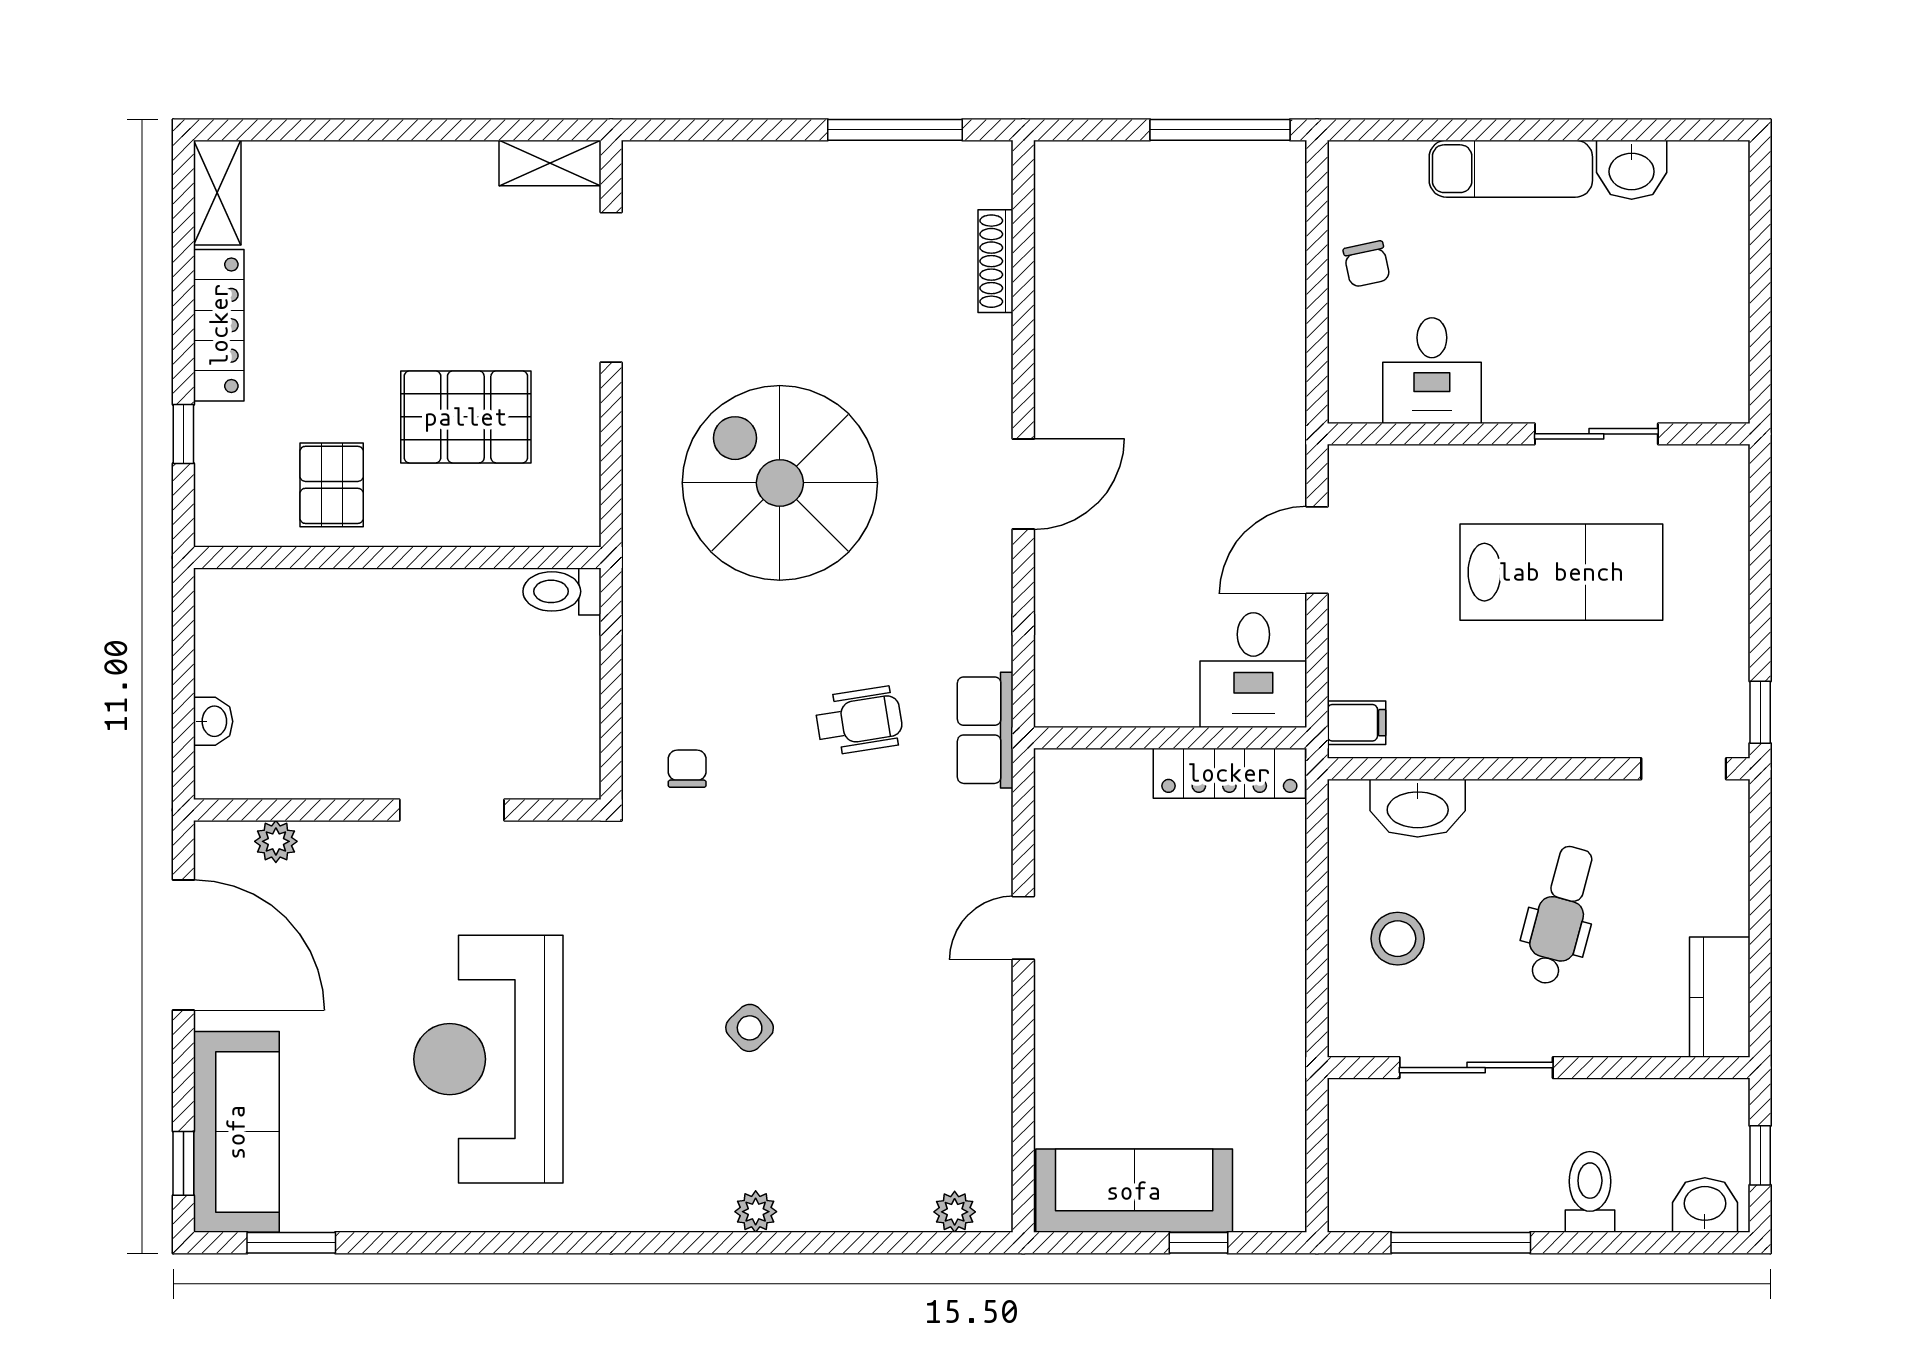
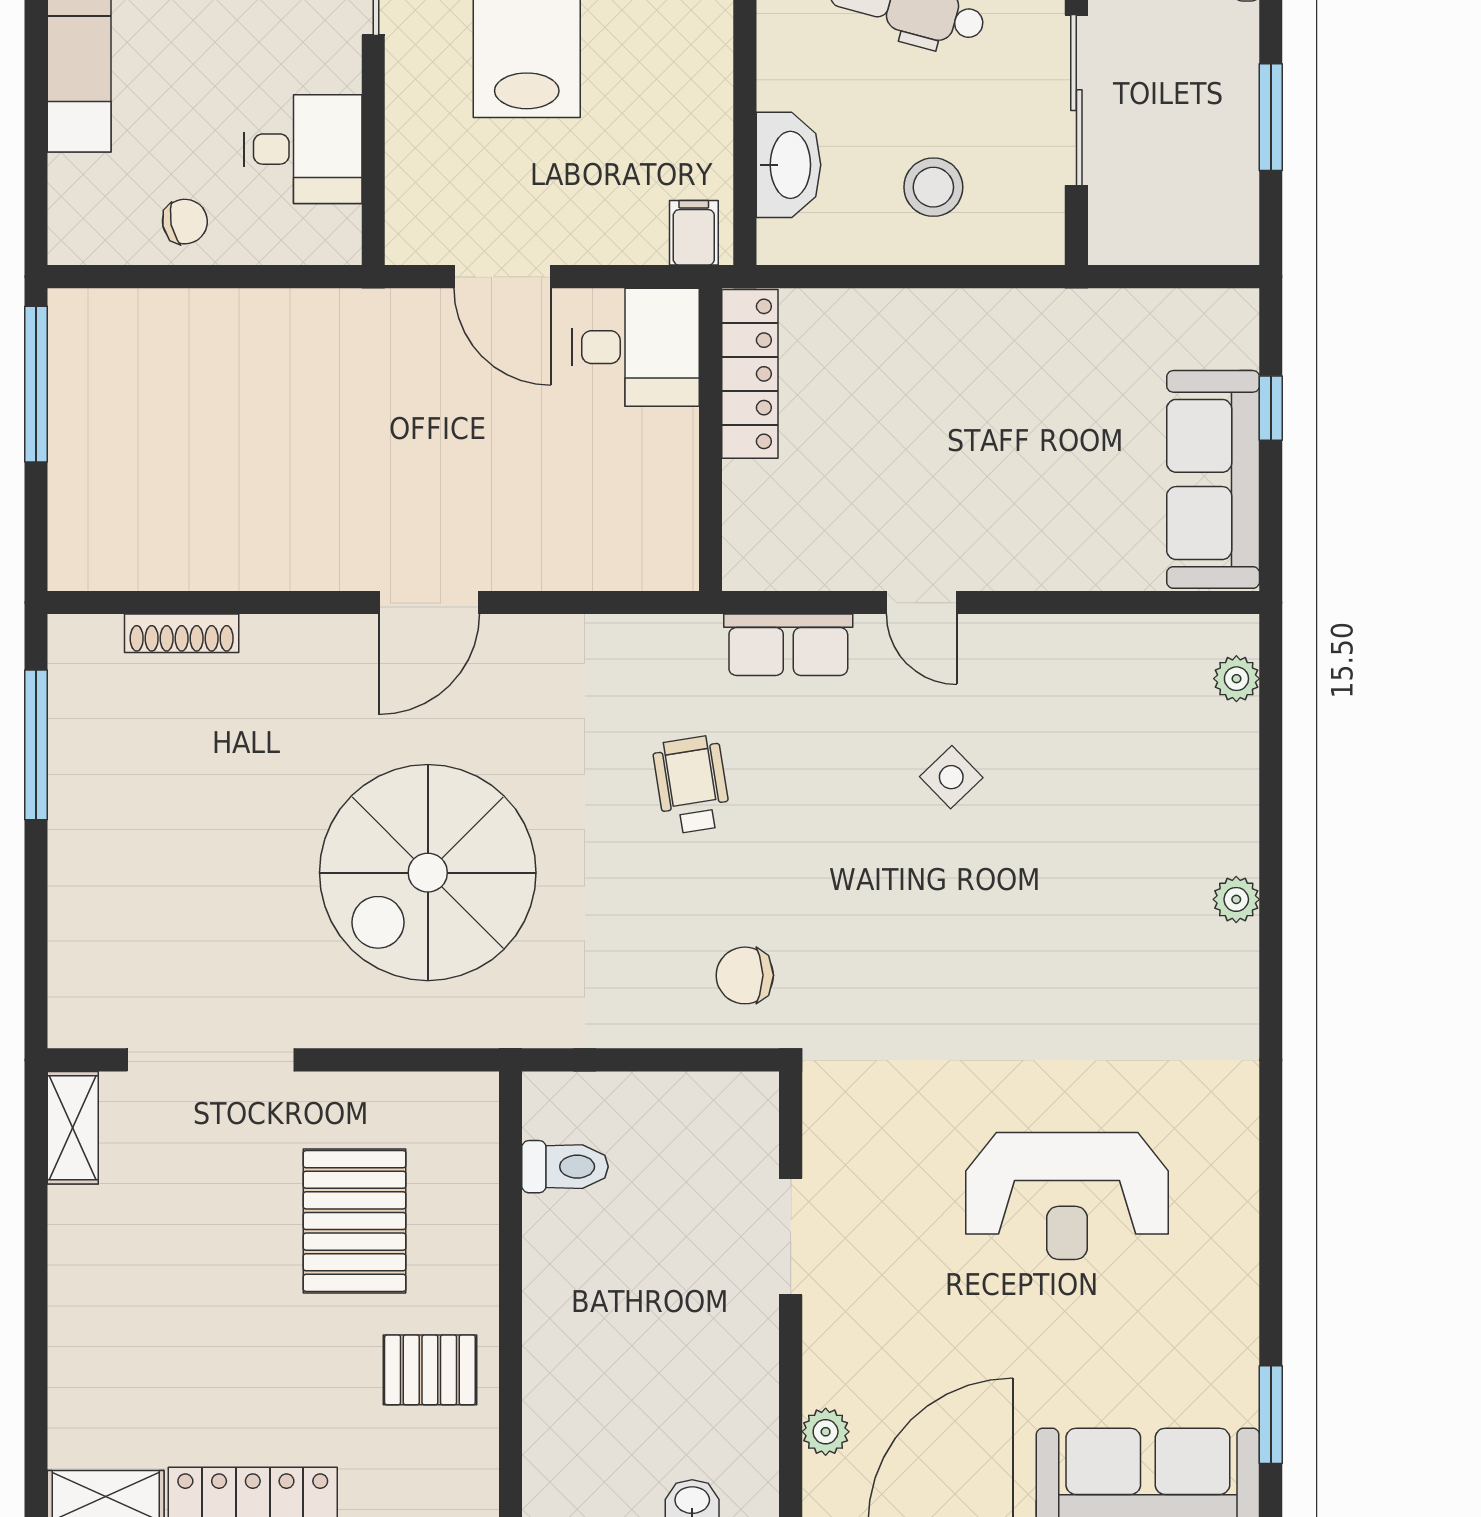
door: (1023, 484) -> (429, 603), swing flipped
toilet: (562, 591) -> (565, 1167), moved, turned -90
row of seats: (985, 730) -> (788, 645), moved
chair: (687, 769) -> (745, 975), width x1.37, depth x1.37
side table: (750, 1028) -> (951, 777), moved
reception desk: (488, 1059) -> (1067, 1196), width x0.74, depth x0.77
window: (1461, 1243) -> (1271, 117), width x0.69

